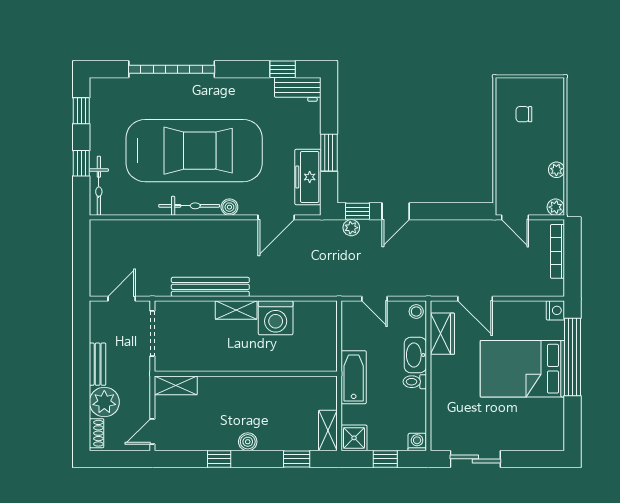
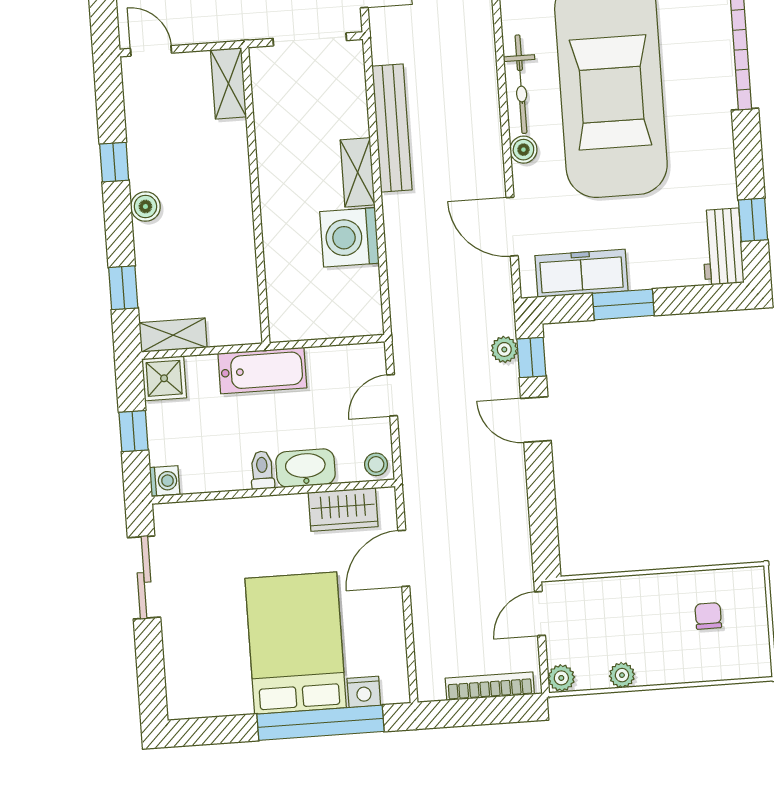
nightstand: (555, 310) -> (364, 692), moved

